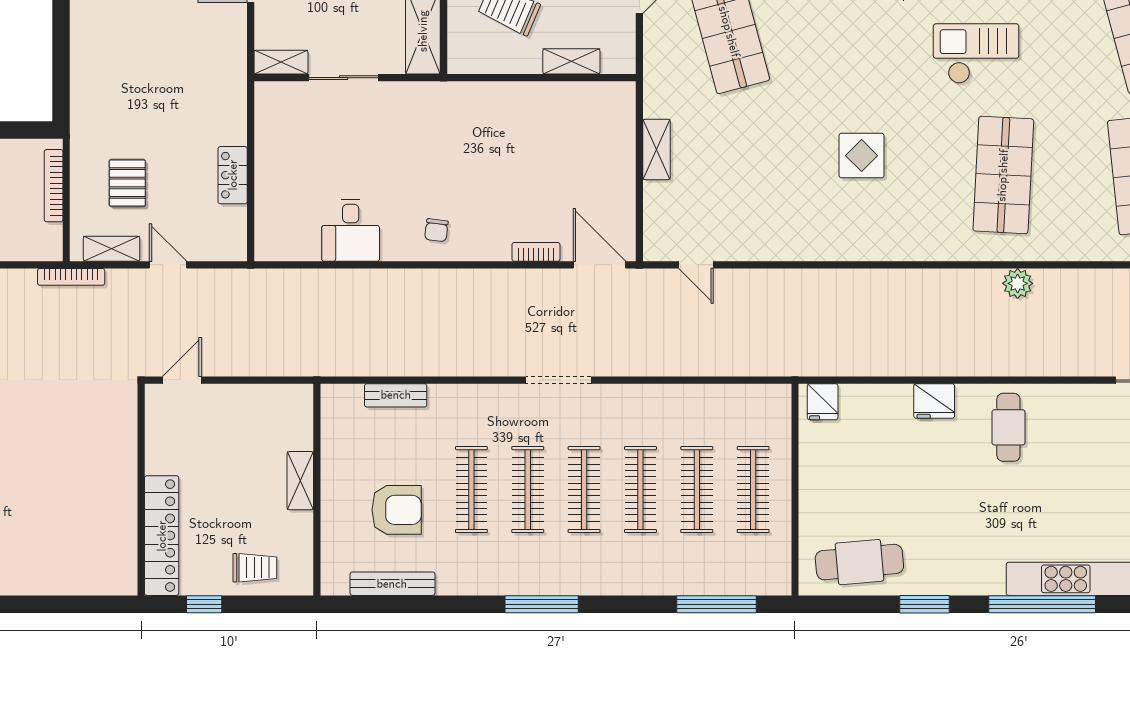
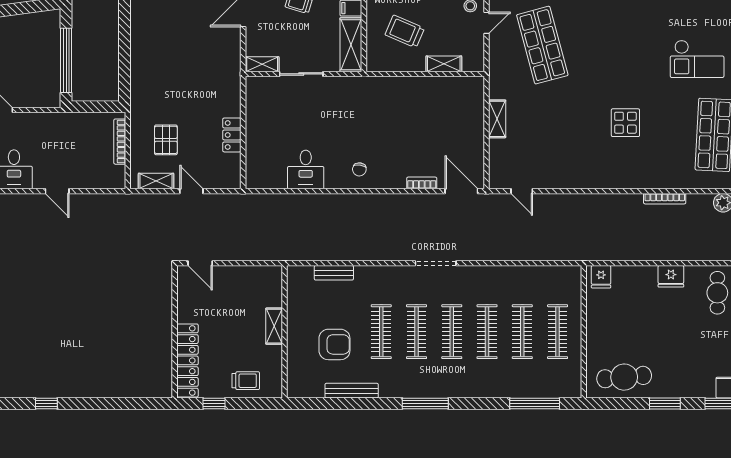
checkout: (976, 54) -> (697, 59), turned 180
bookcase: (71, 277) -> (665, 199), moved
door: (182, 380) -> (200, 263), swing flipped
bench: (392, 584) -> (352, 391), moved

